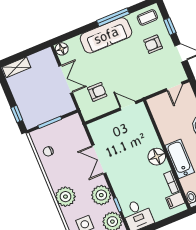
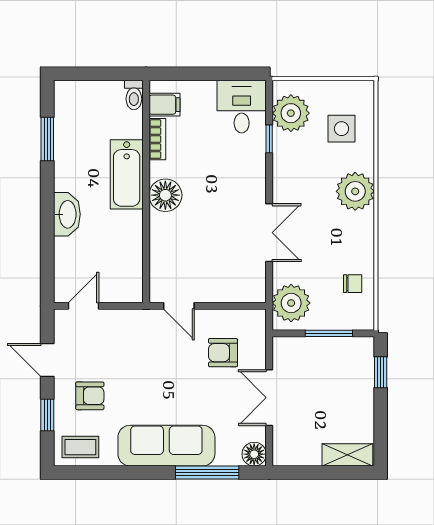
window: (113, 17) -> (207, 473), moved
plant: (101, 195) -> (291, 303), moved

